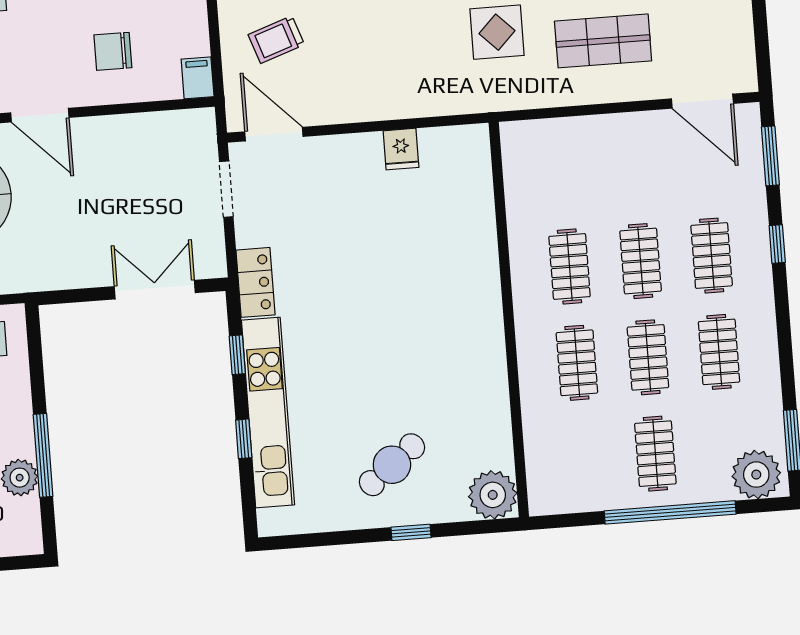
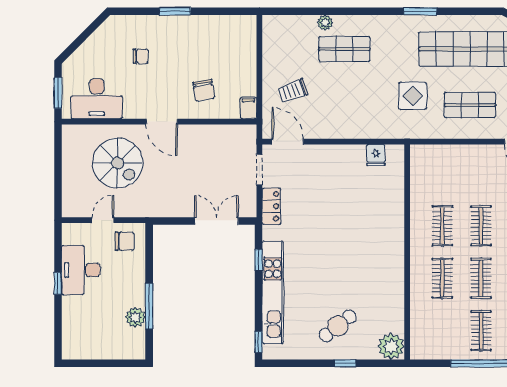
chair: (113, 51) -> (204, 90), turned -99
fridge: (401, 149) -> (376, 155), moved
locker: (256, 282) -> (271, 206), moved
window: (244, 439) -> (259, 342), moved

